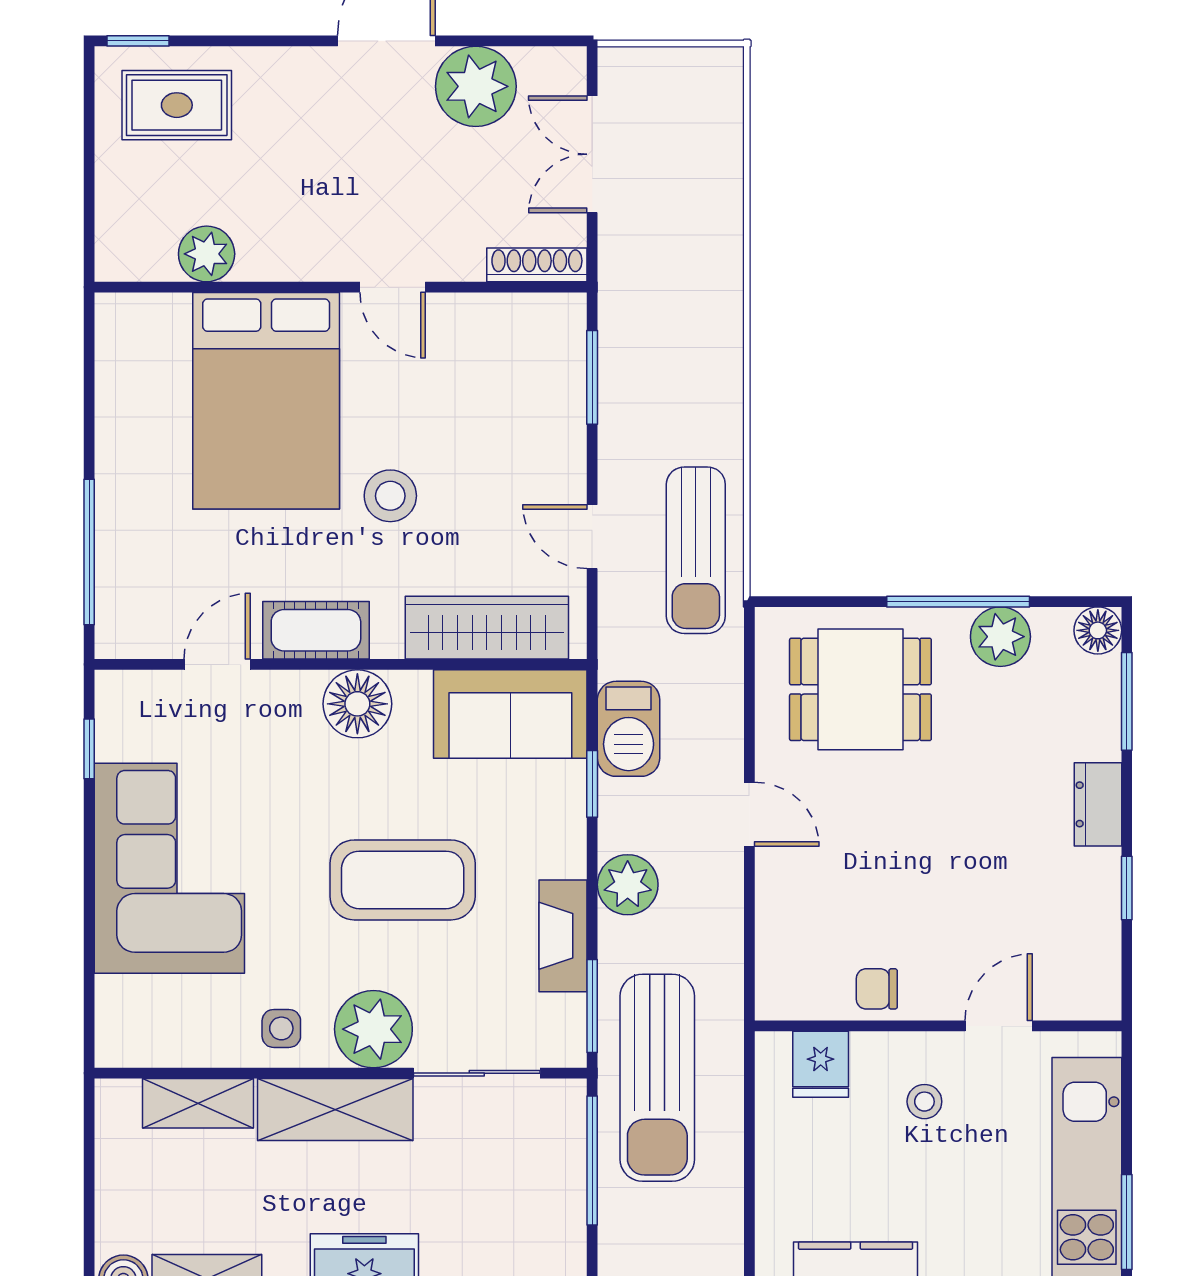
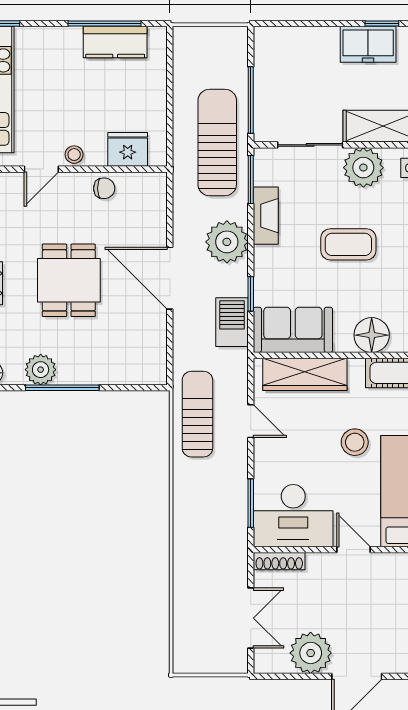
desk: (510, 353) -> (293, 516), added
dining table: (860, 689) -> (69, 280), moved, turned 90
door: (749, 814) -> (170, 278), width x1.88
coffee table: (403, 880) -> (348, 244), width x0.73, depth x0.76
plant: (628, 885) -> (227, 242), width x1.36, depth x1.36
fridge: (821, 1064) -> (128, 149), width x1.38
stool: (924, 1102) -> (74, 155), moved

